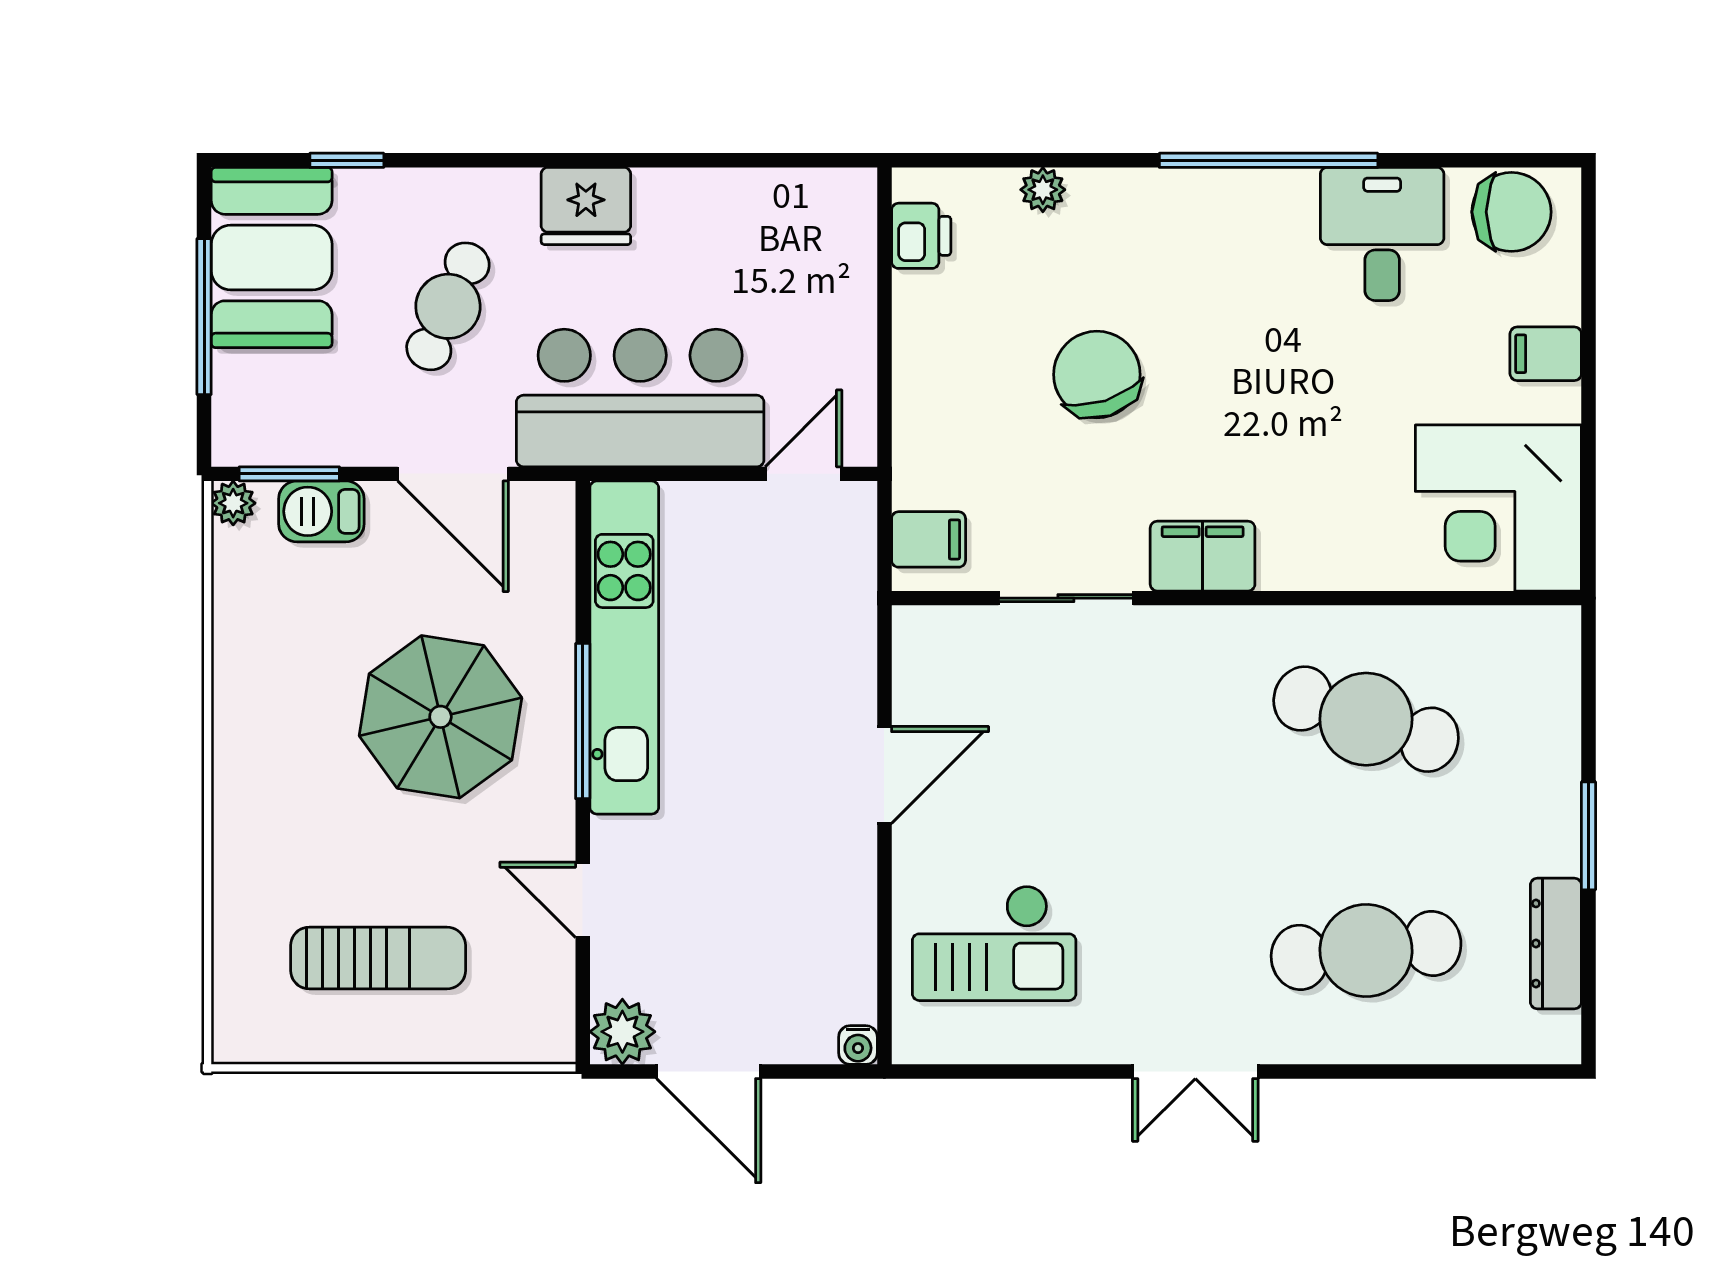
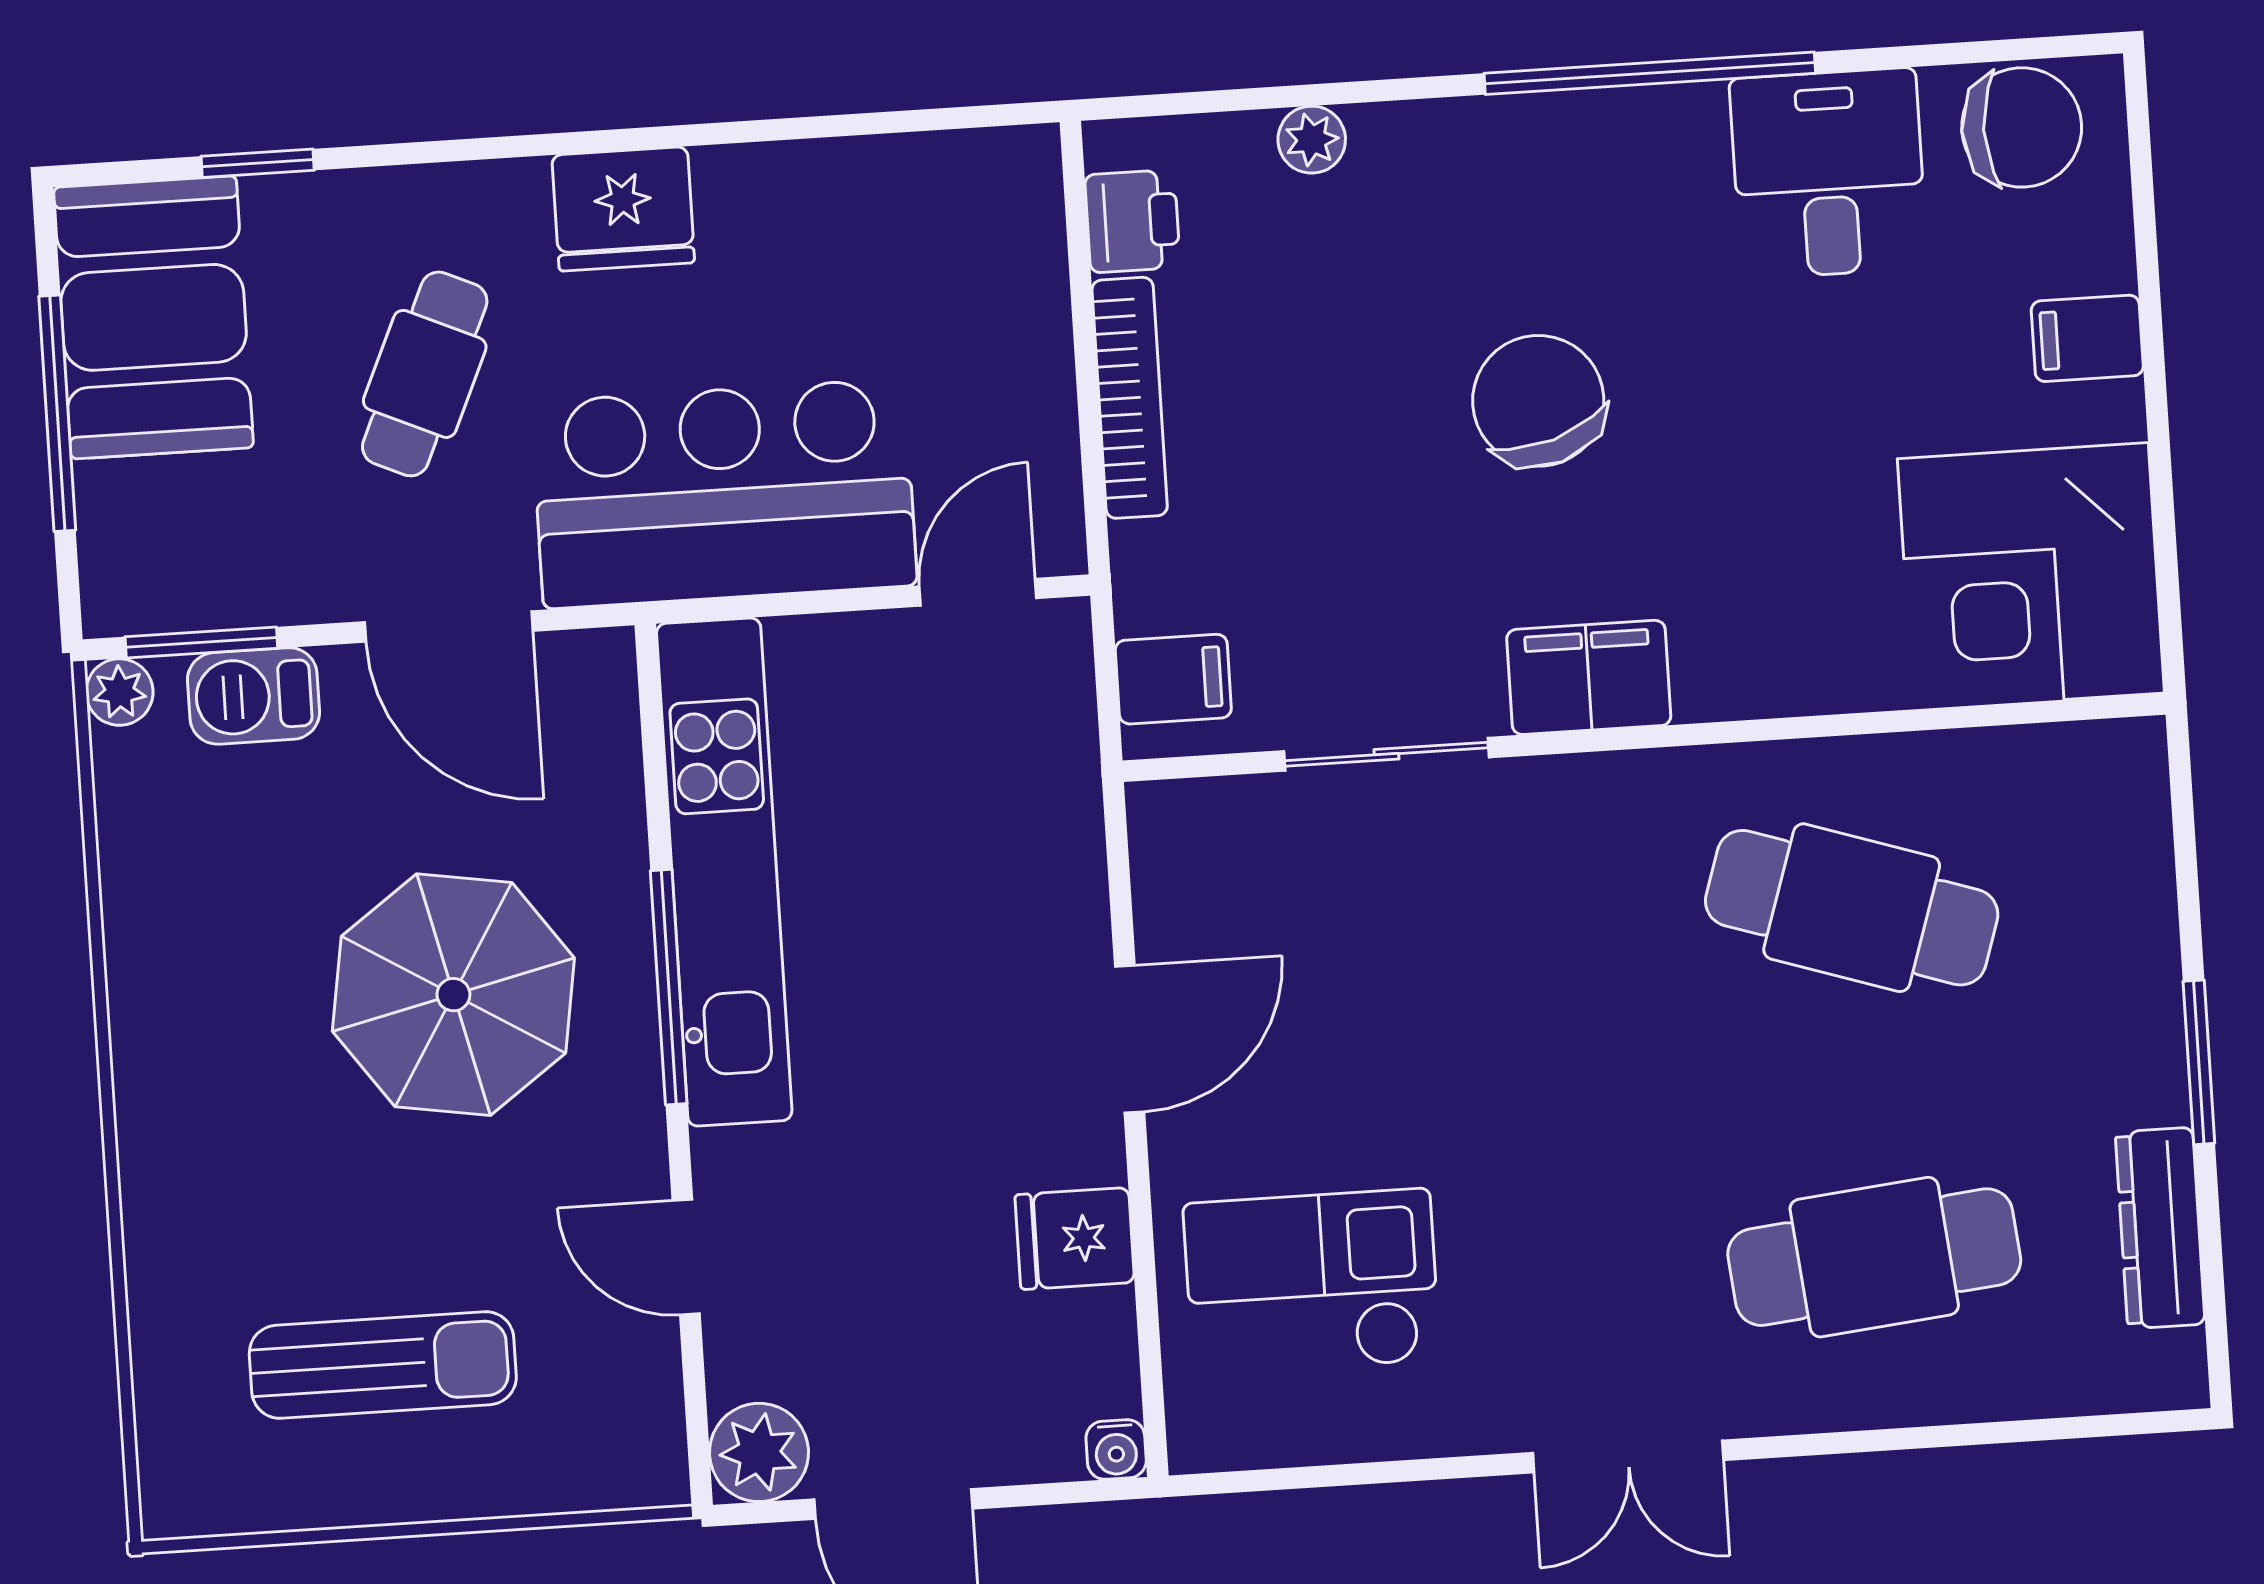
bookcase: (912, 352) -> (1130, 398), added
chair: (1097, 375) -> (1538, 401), moved
fridge: (840, 904) -> (1075, 1239), added
checkout: (994, 943) -> (1312, 1282), turned 180

